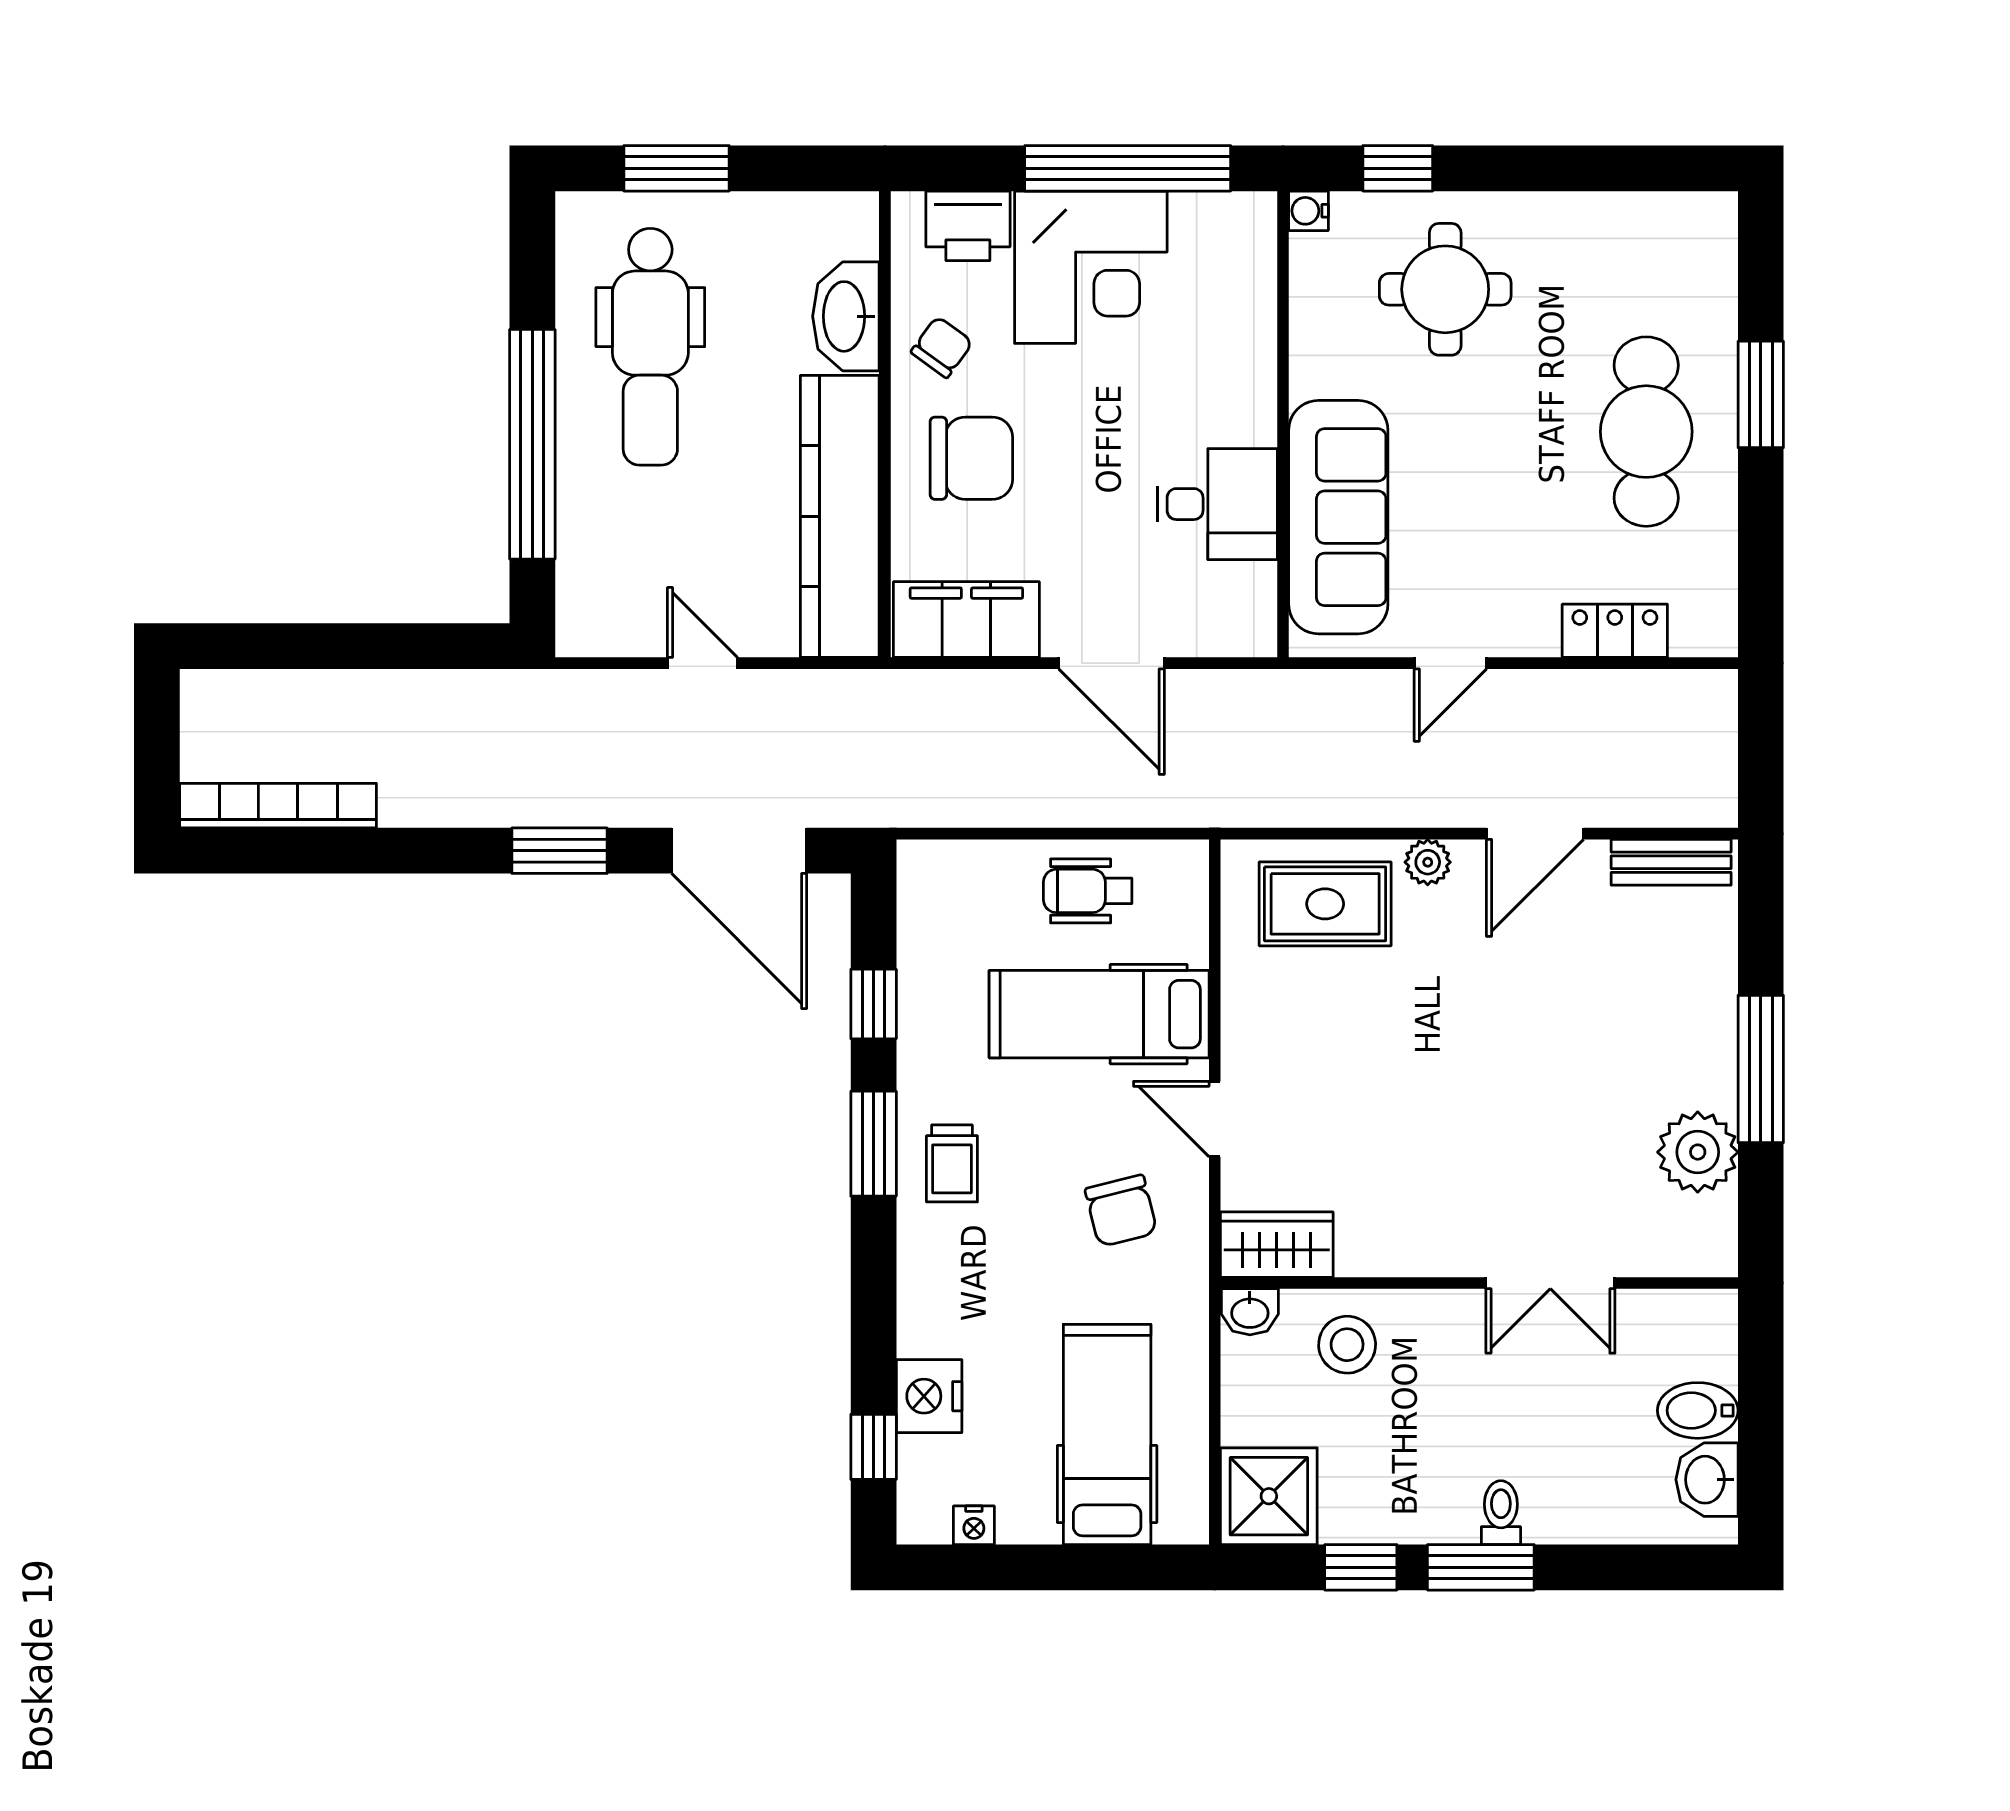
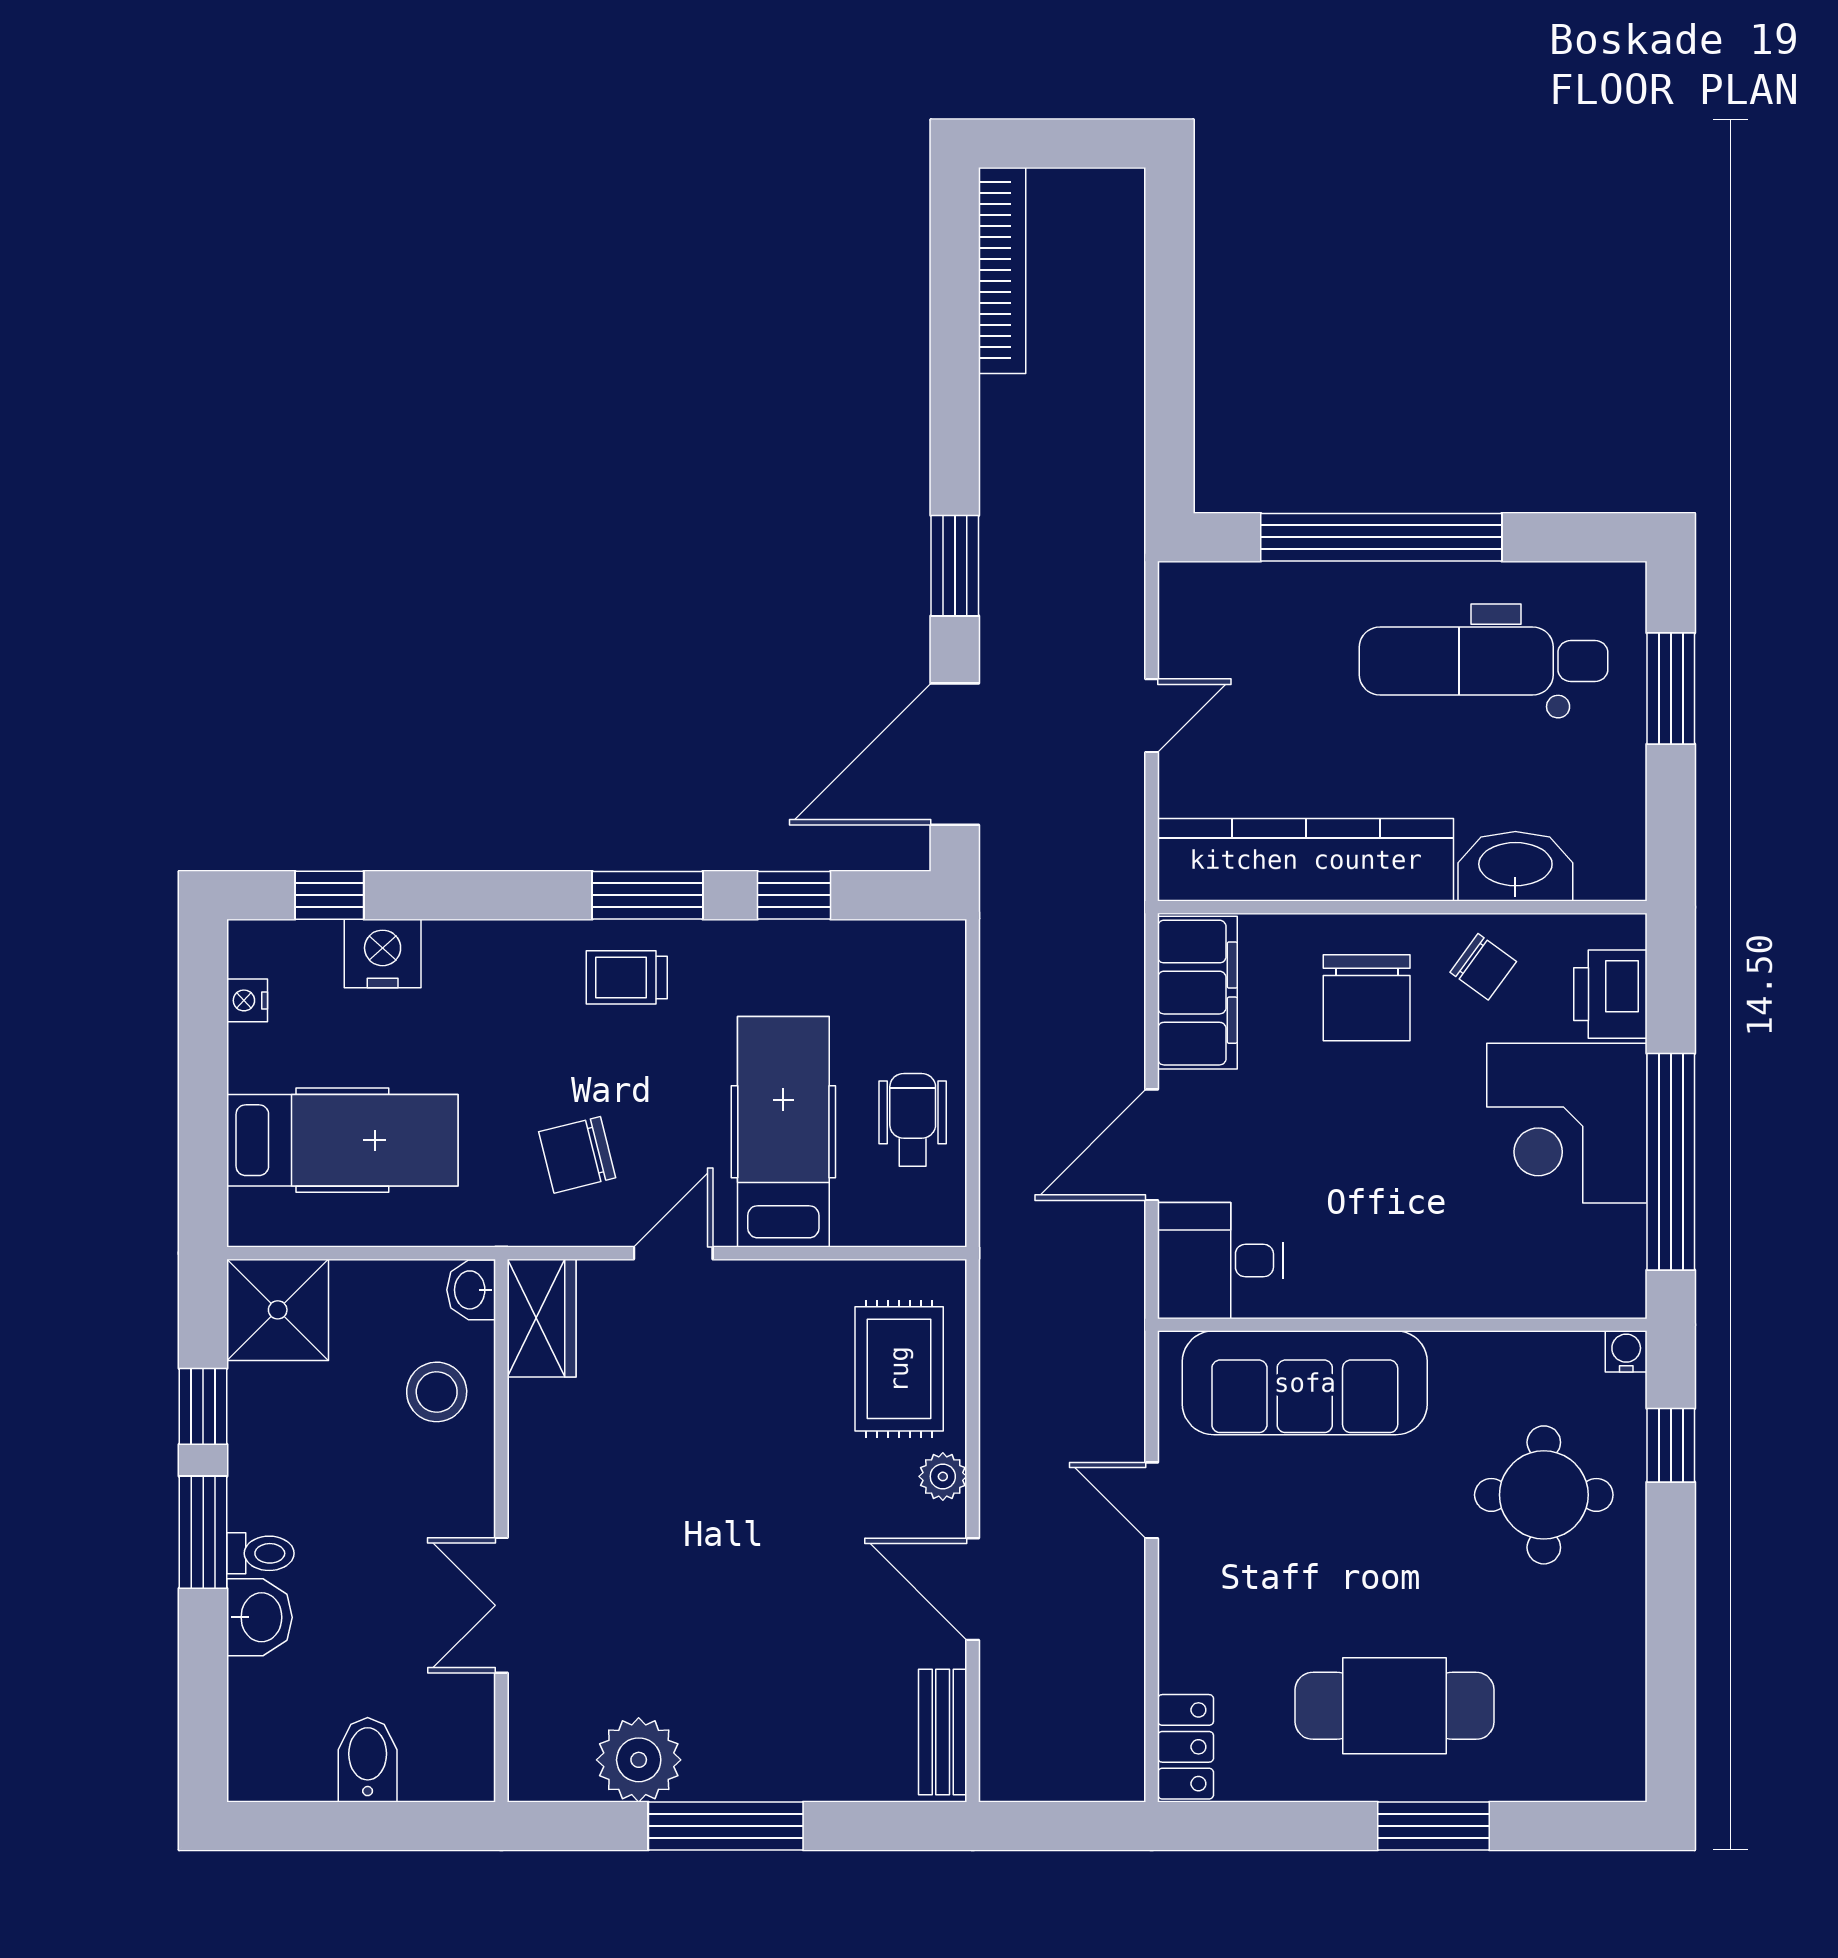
desk: (1217, 504) -> (1220, 1261), moved, turned 90
locker: (1615, 631) -> (1186, 1747), moved
washbasin: (1707, 1480) -> (260, 1617), moved, turned 90

